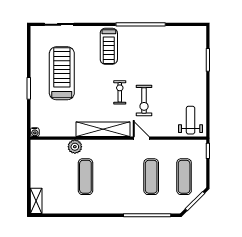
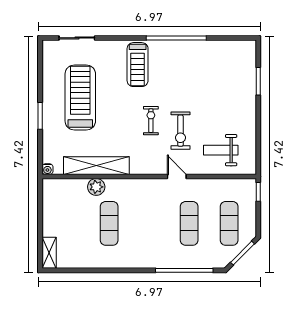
weight bench: (191, 120) -> (221, 150), moved, turned -90
shelving: (103, 129) -> (96, 166), moved

